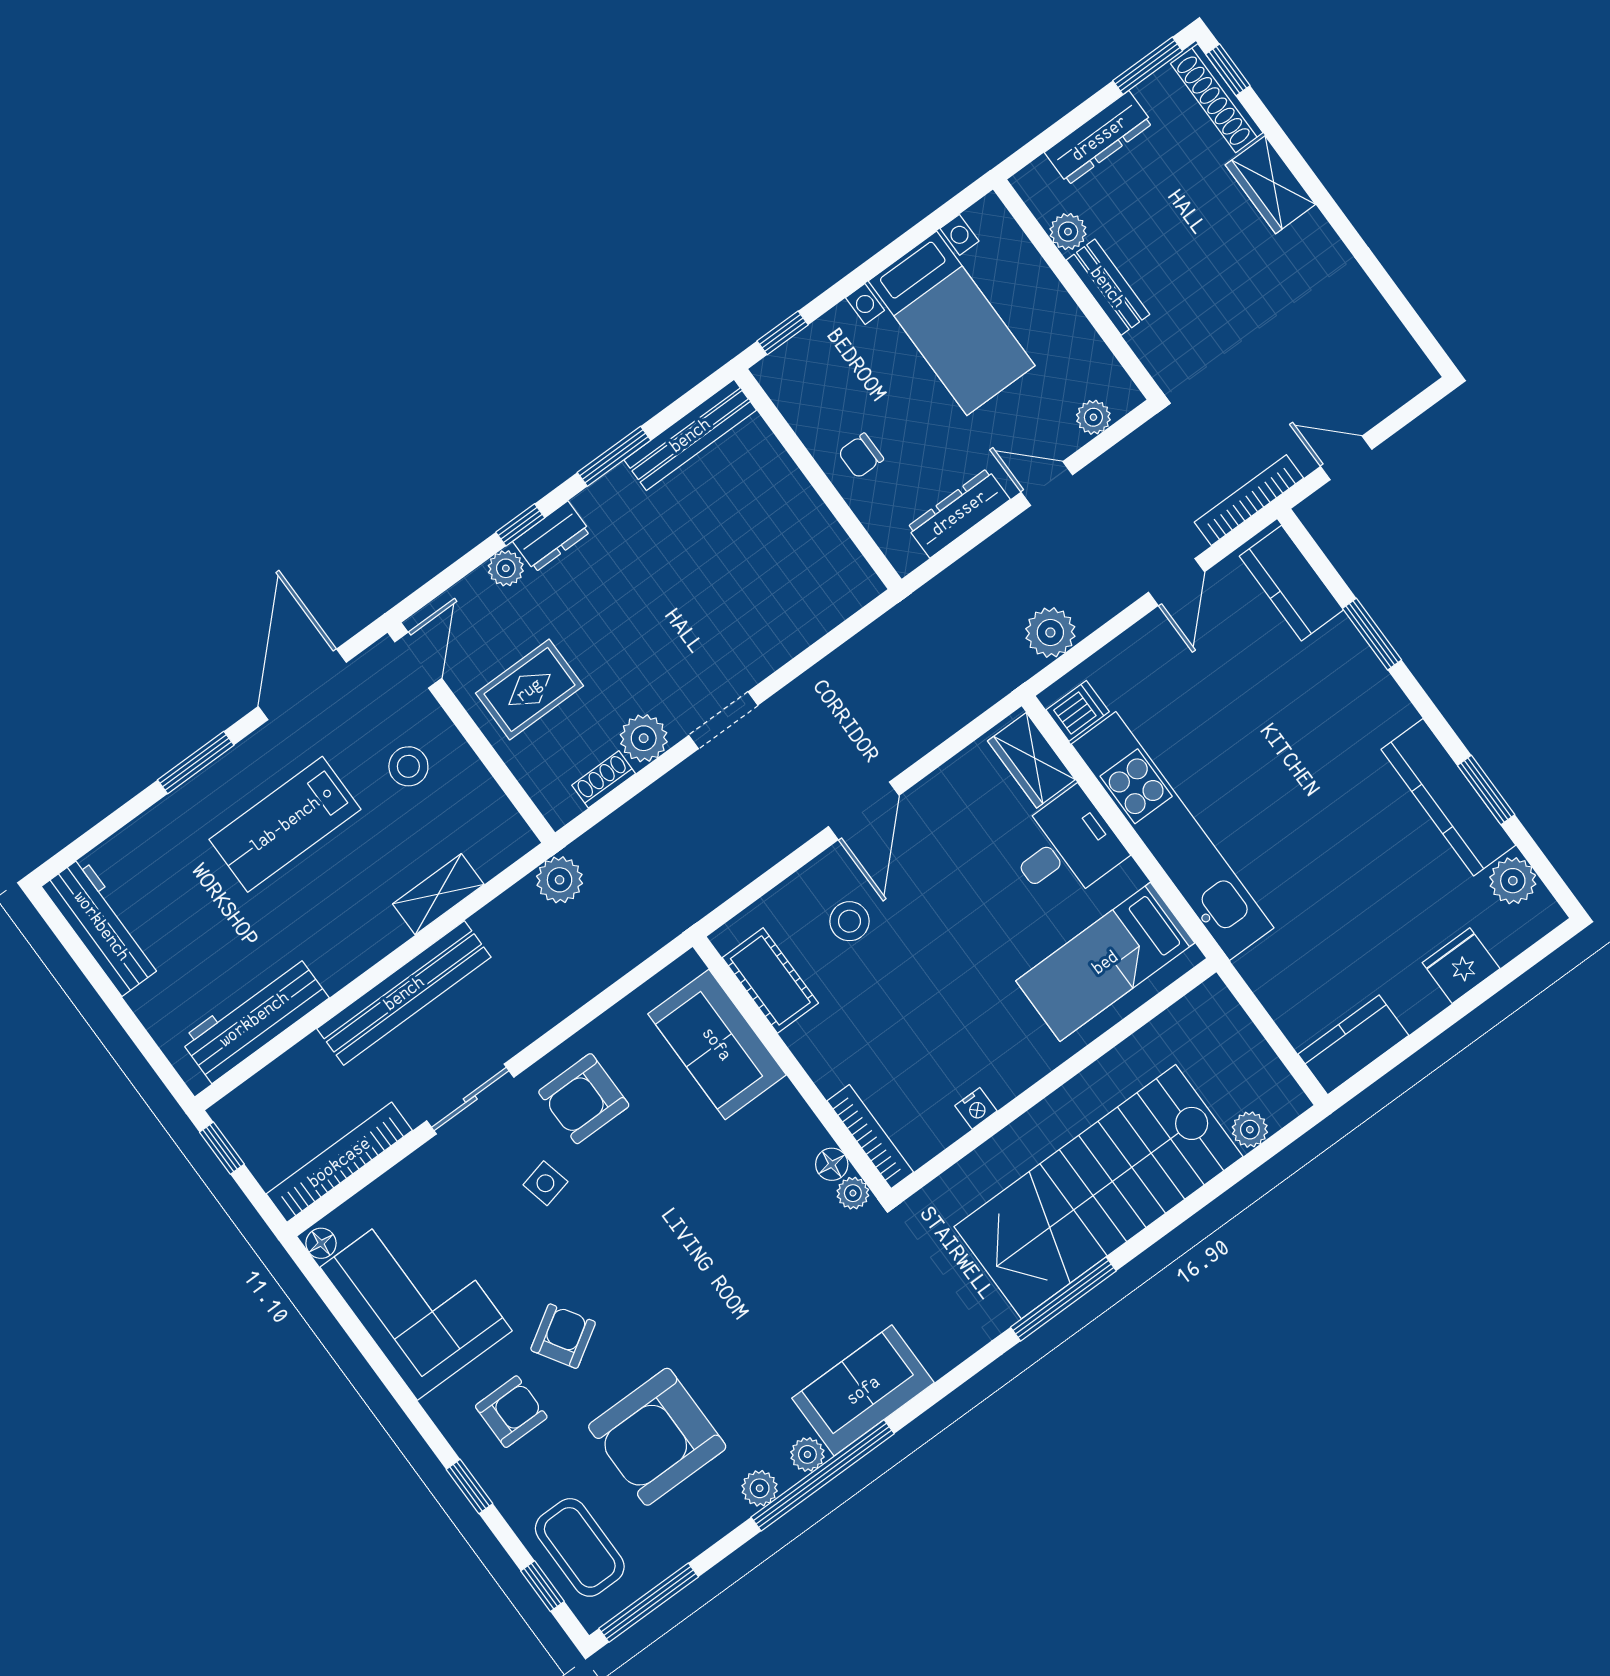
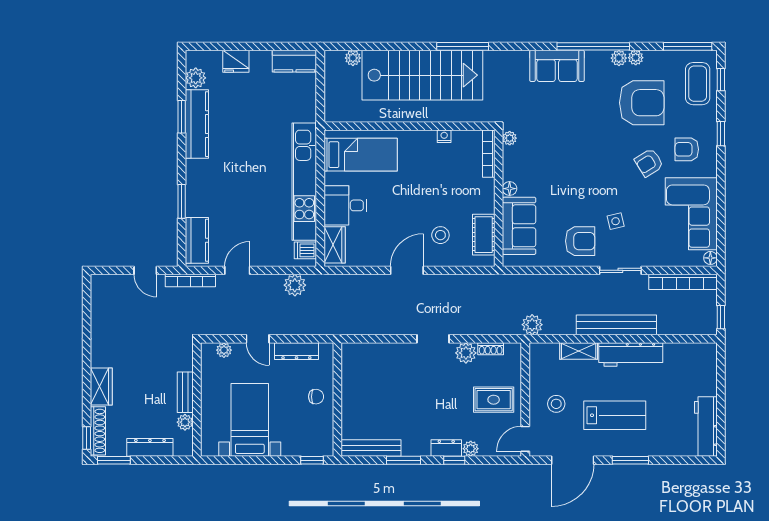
workbench: (254, 1019) -> (631, 354), moved
floor lamp: (832, 1164) -> (510, 189), moved
plant: (807, 1454) -> (636, 58), moved

